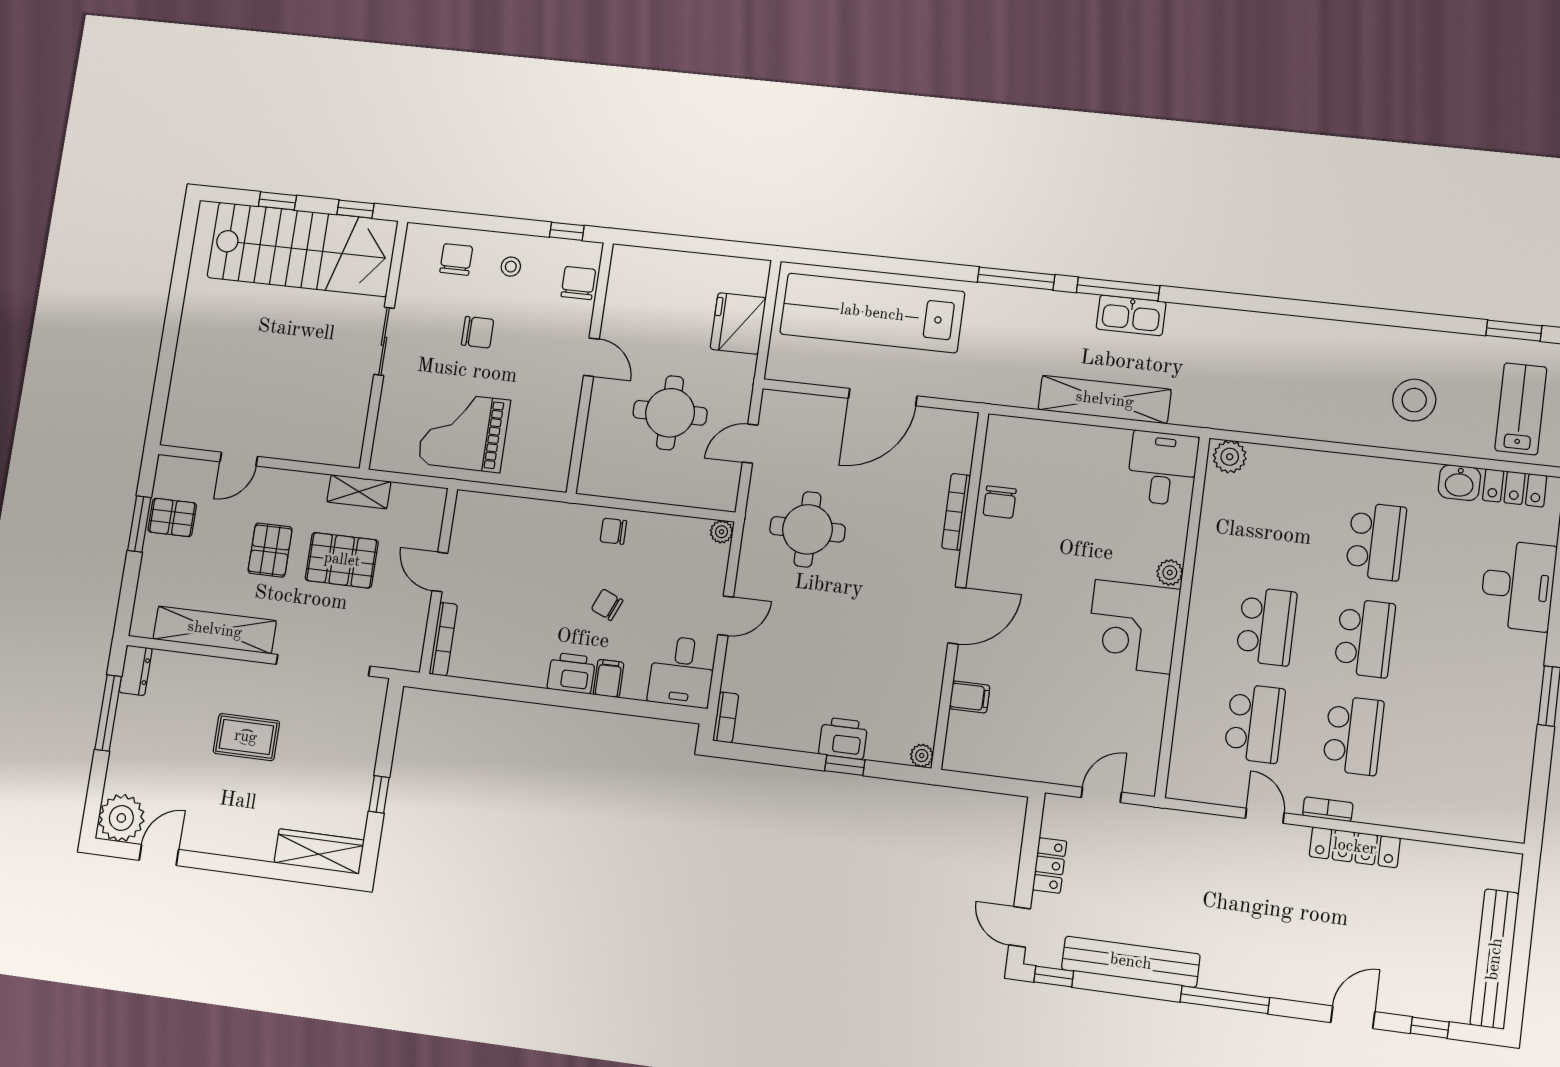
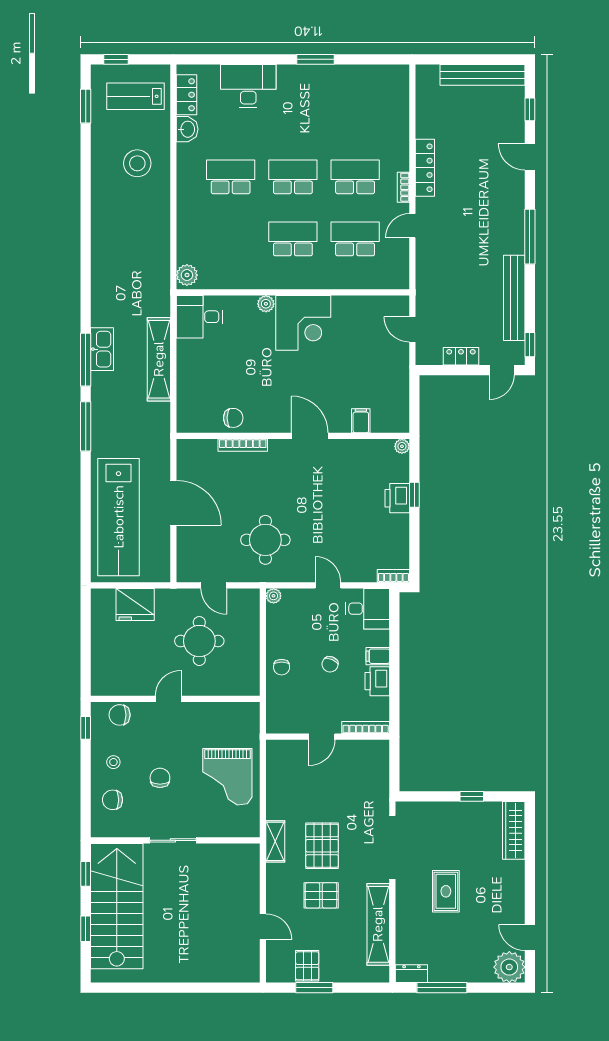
door: (440, 572) -> (322, 737), moved
wall: (439, 581) -> (328, 737), moved
bookcase: (443, 639) -> (366, 728), moved

